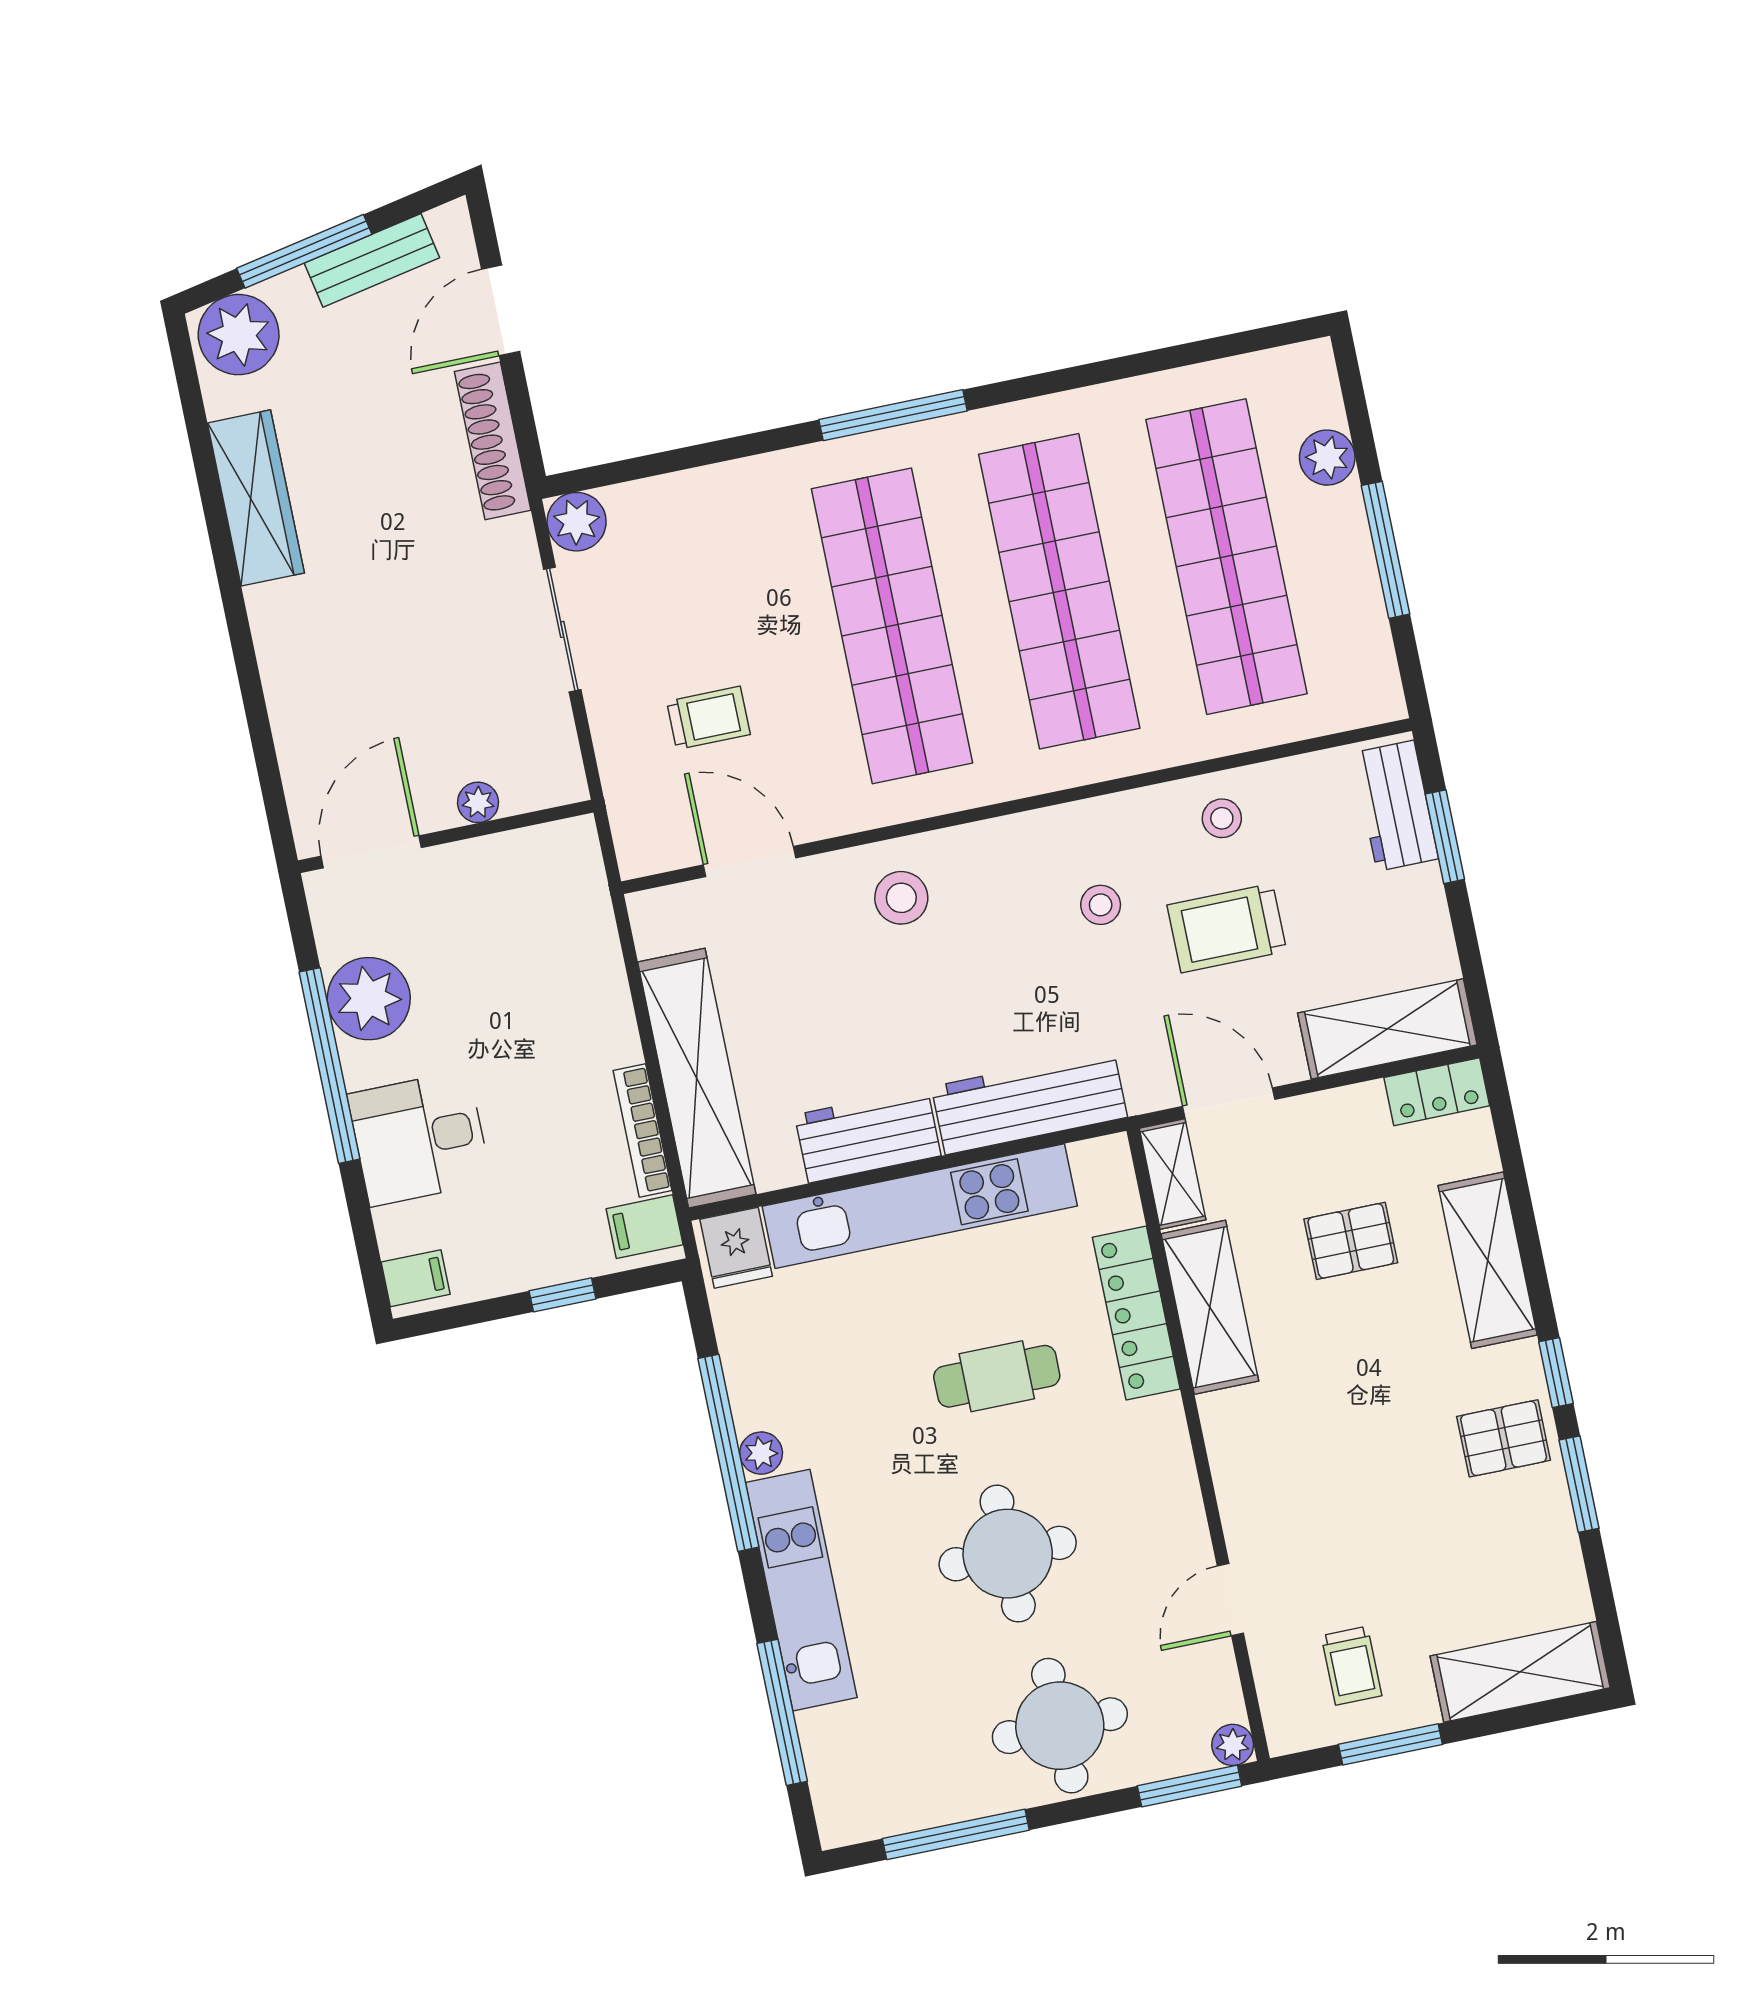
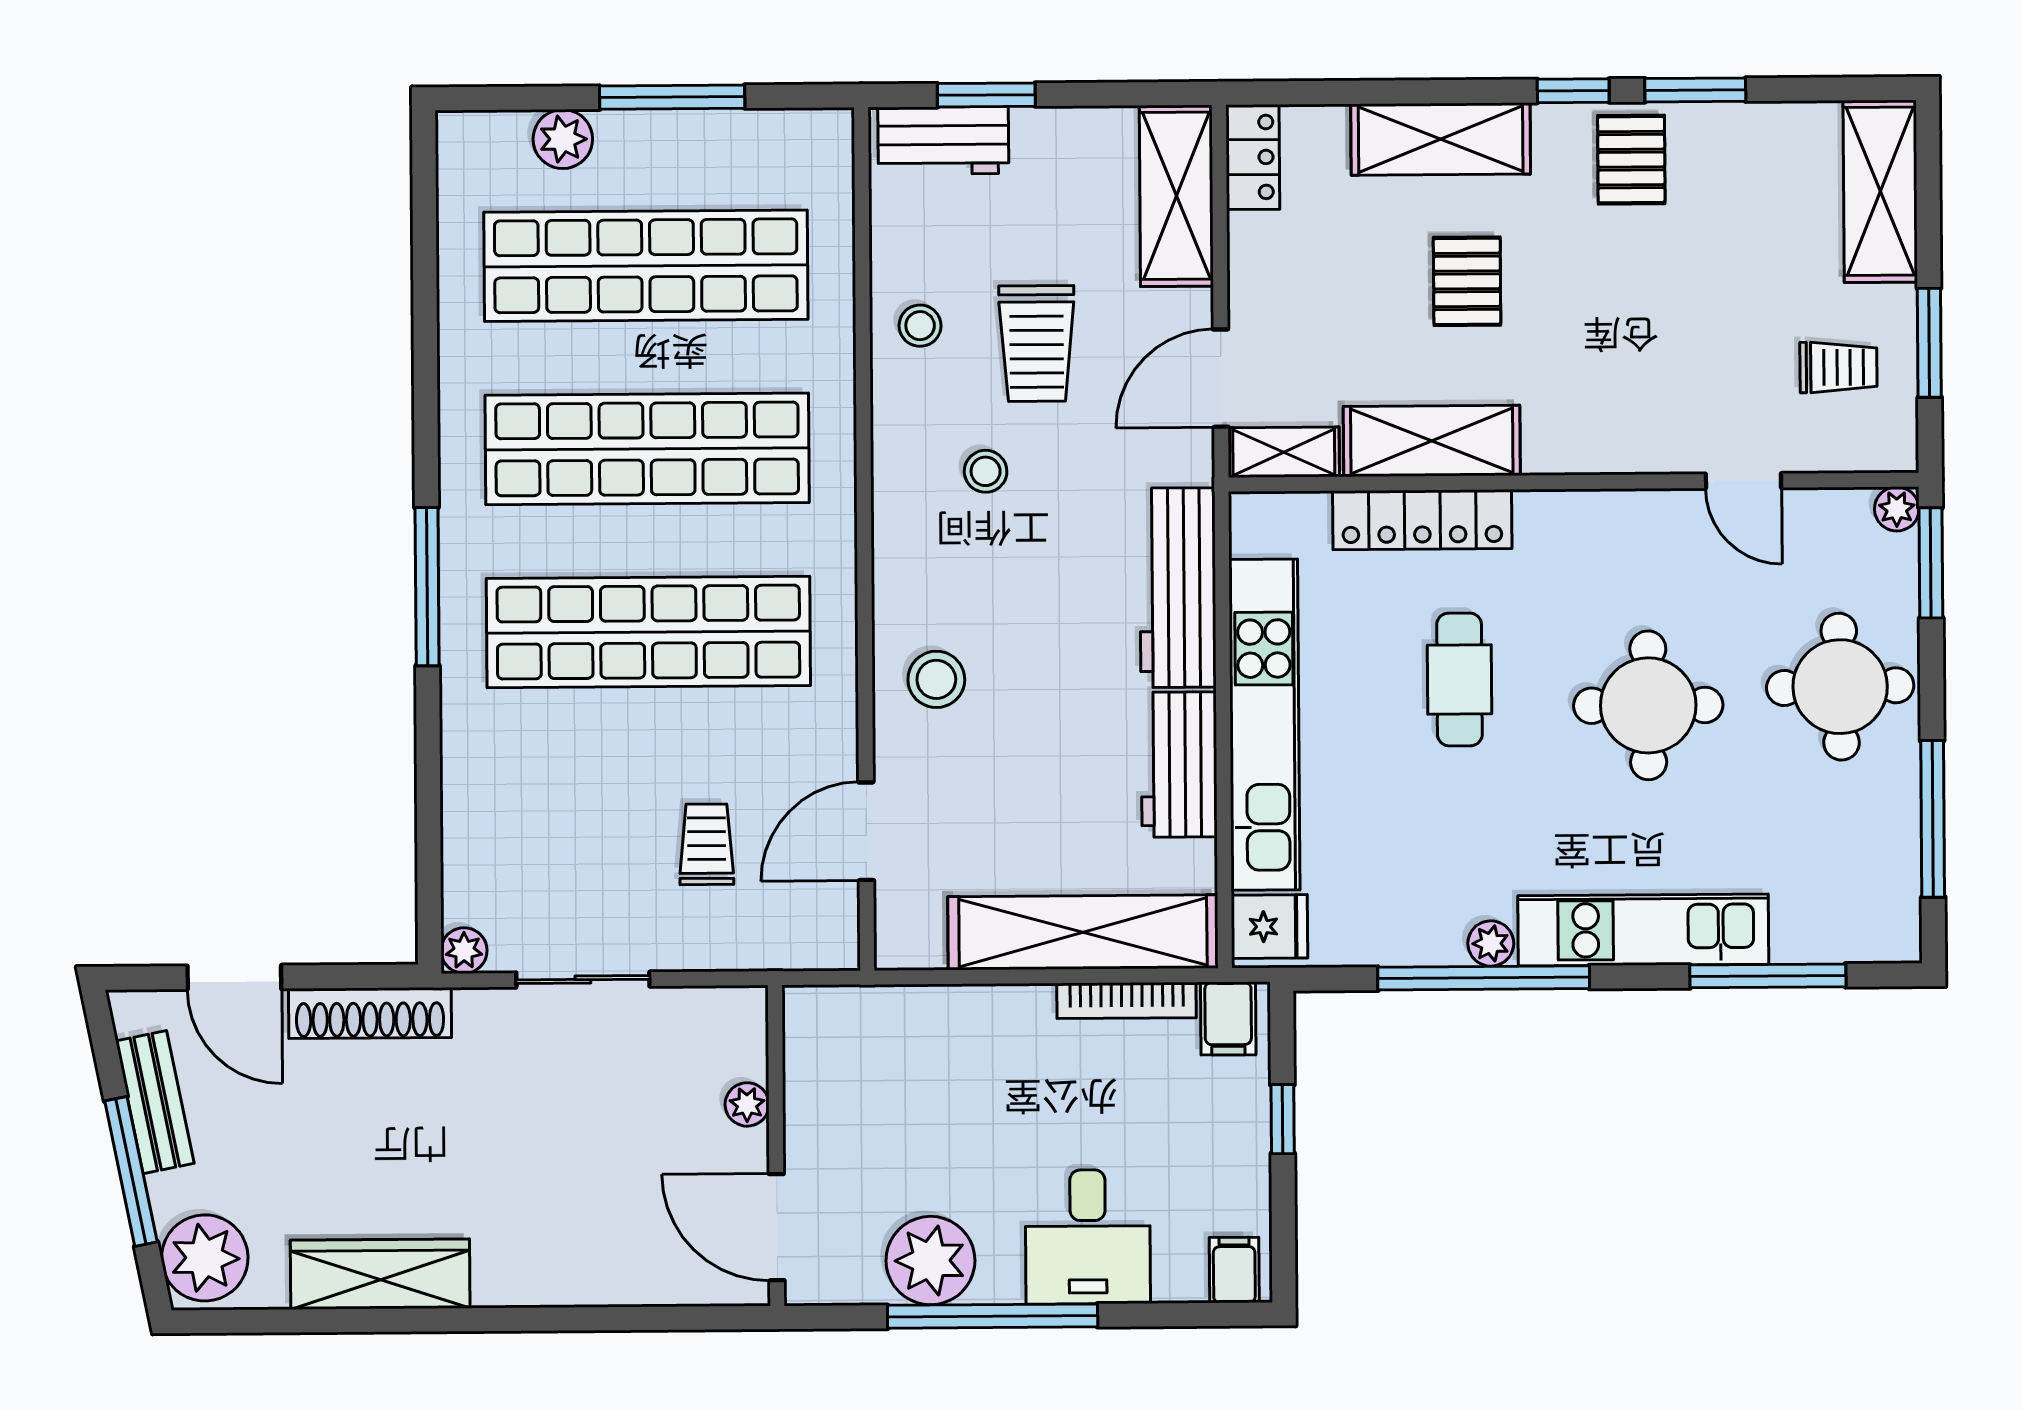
plant: (577, 522) -> (464, 951), width x0.73, depth x0.73
pallet: (1351, 1241) -> (1467, 281), moved

